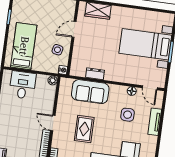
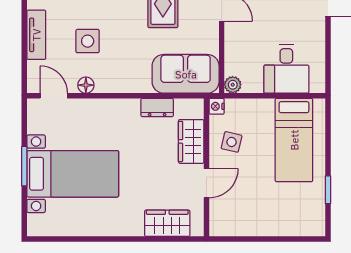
wardrobe: (79, 53) -> (191, 141), added
sofa: (90, 92) -> (186, 74), moved

